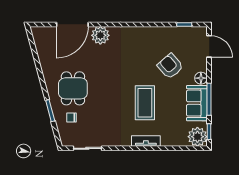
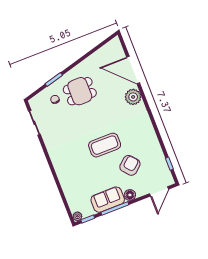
coffee table: (145, 103) -> (105, 145), moved
plant: (197, 137) -> (77, 216), width x0.53, depth x0.53
tv unit: (146, 141) -> (59, 169), removed

